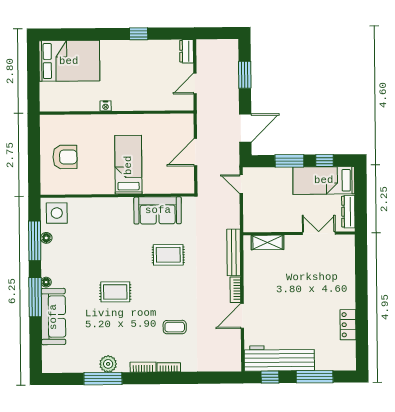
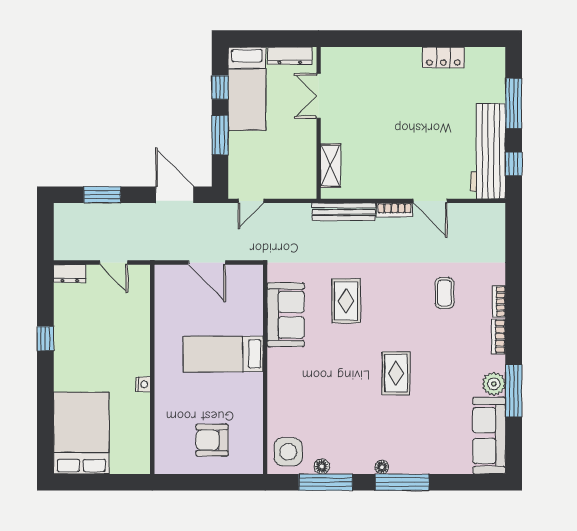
armchair: (65, 157) -> (212, 440), turned -90
sofa: (53, 317) -> (489, 436), moved, turned -90

